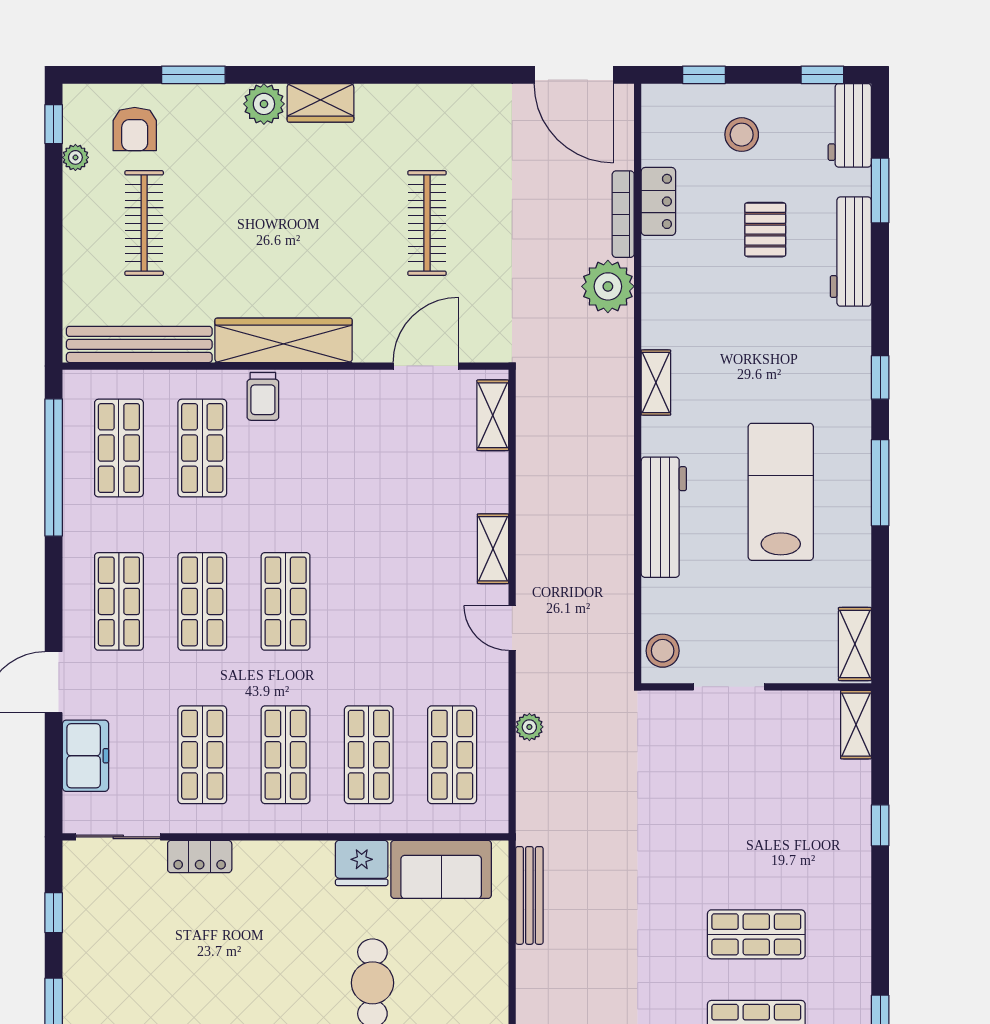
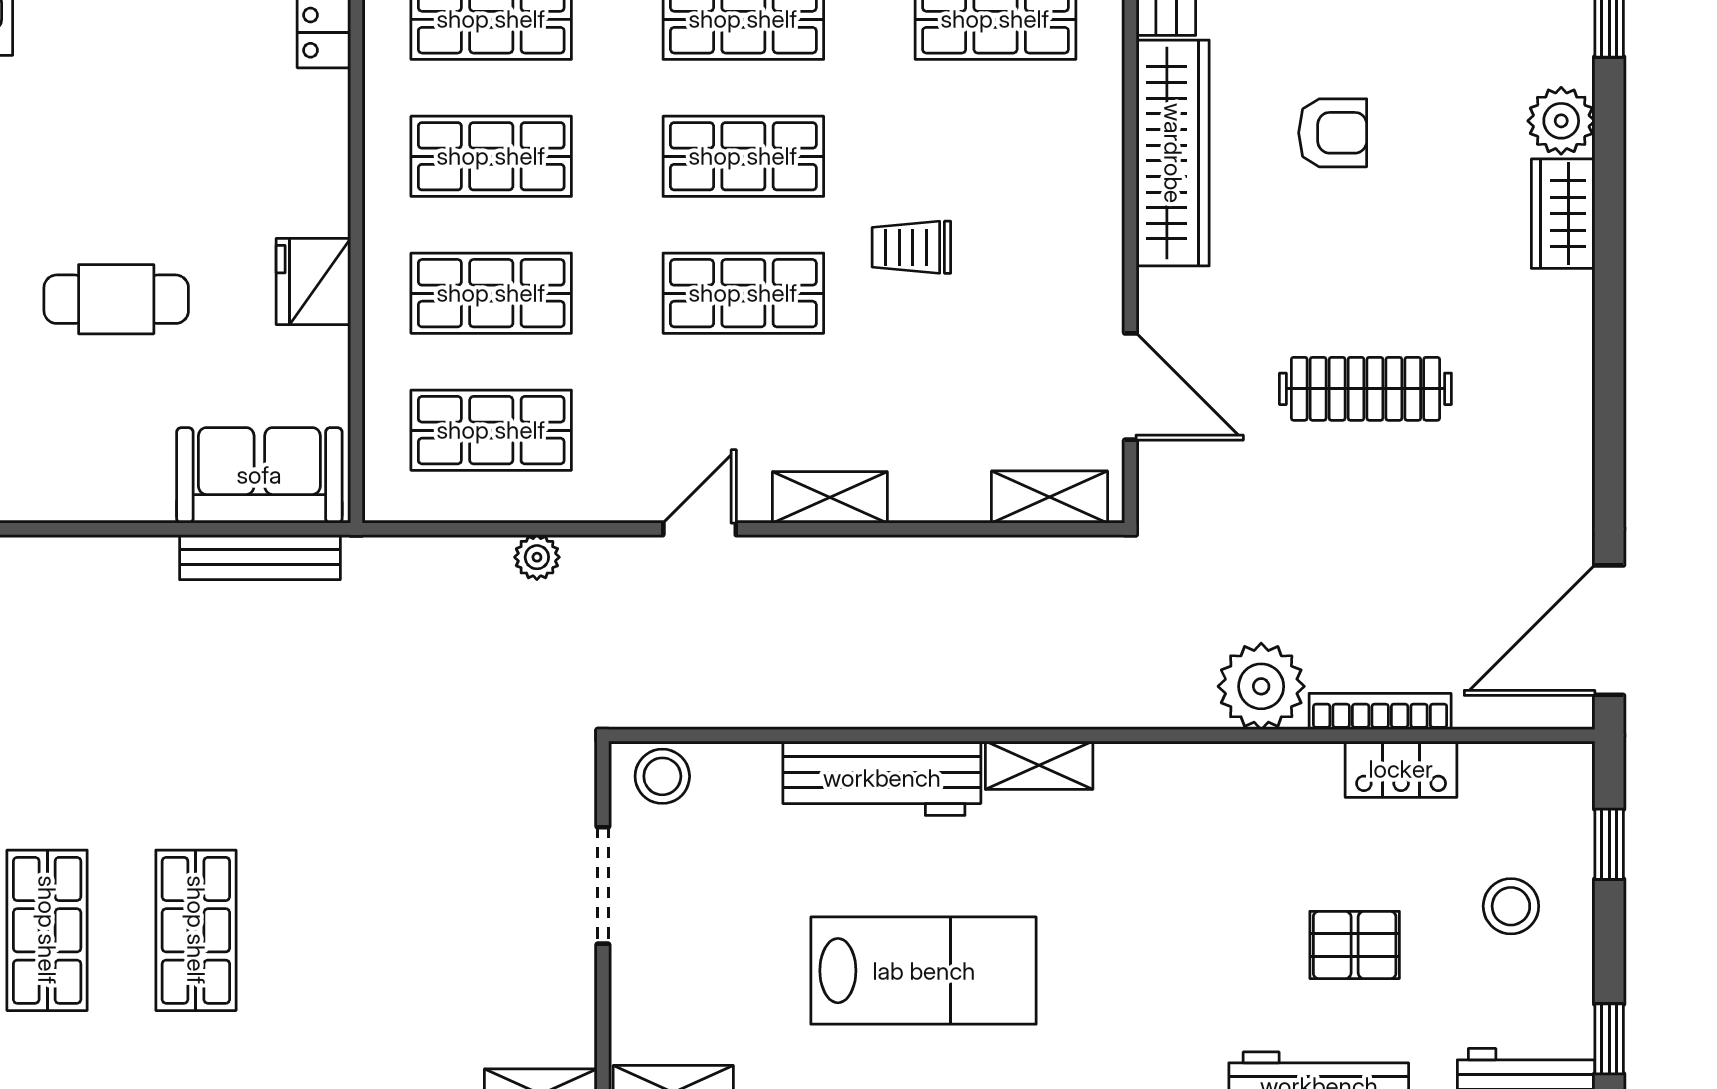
armchair: (271, 243) -> (1333, 133), added
shelving: (656, 383) -> (1039, 765), moved
trolley: (263, 396) -> (911, 247), moved
shop shelf: (369, 601) -> (743, 293), added
sofa: (441, 869) -> (259, 475), moved, turned 90

